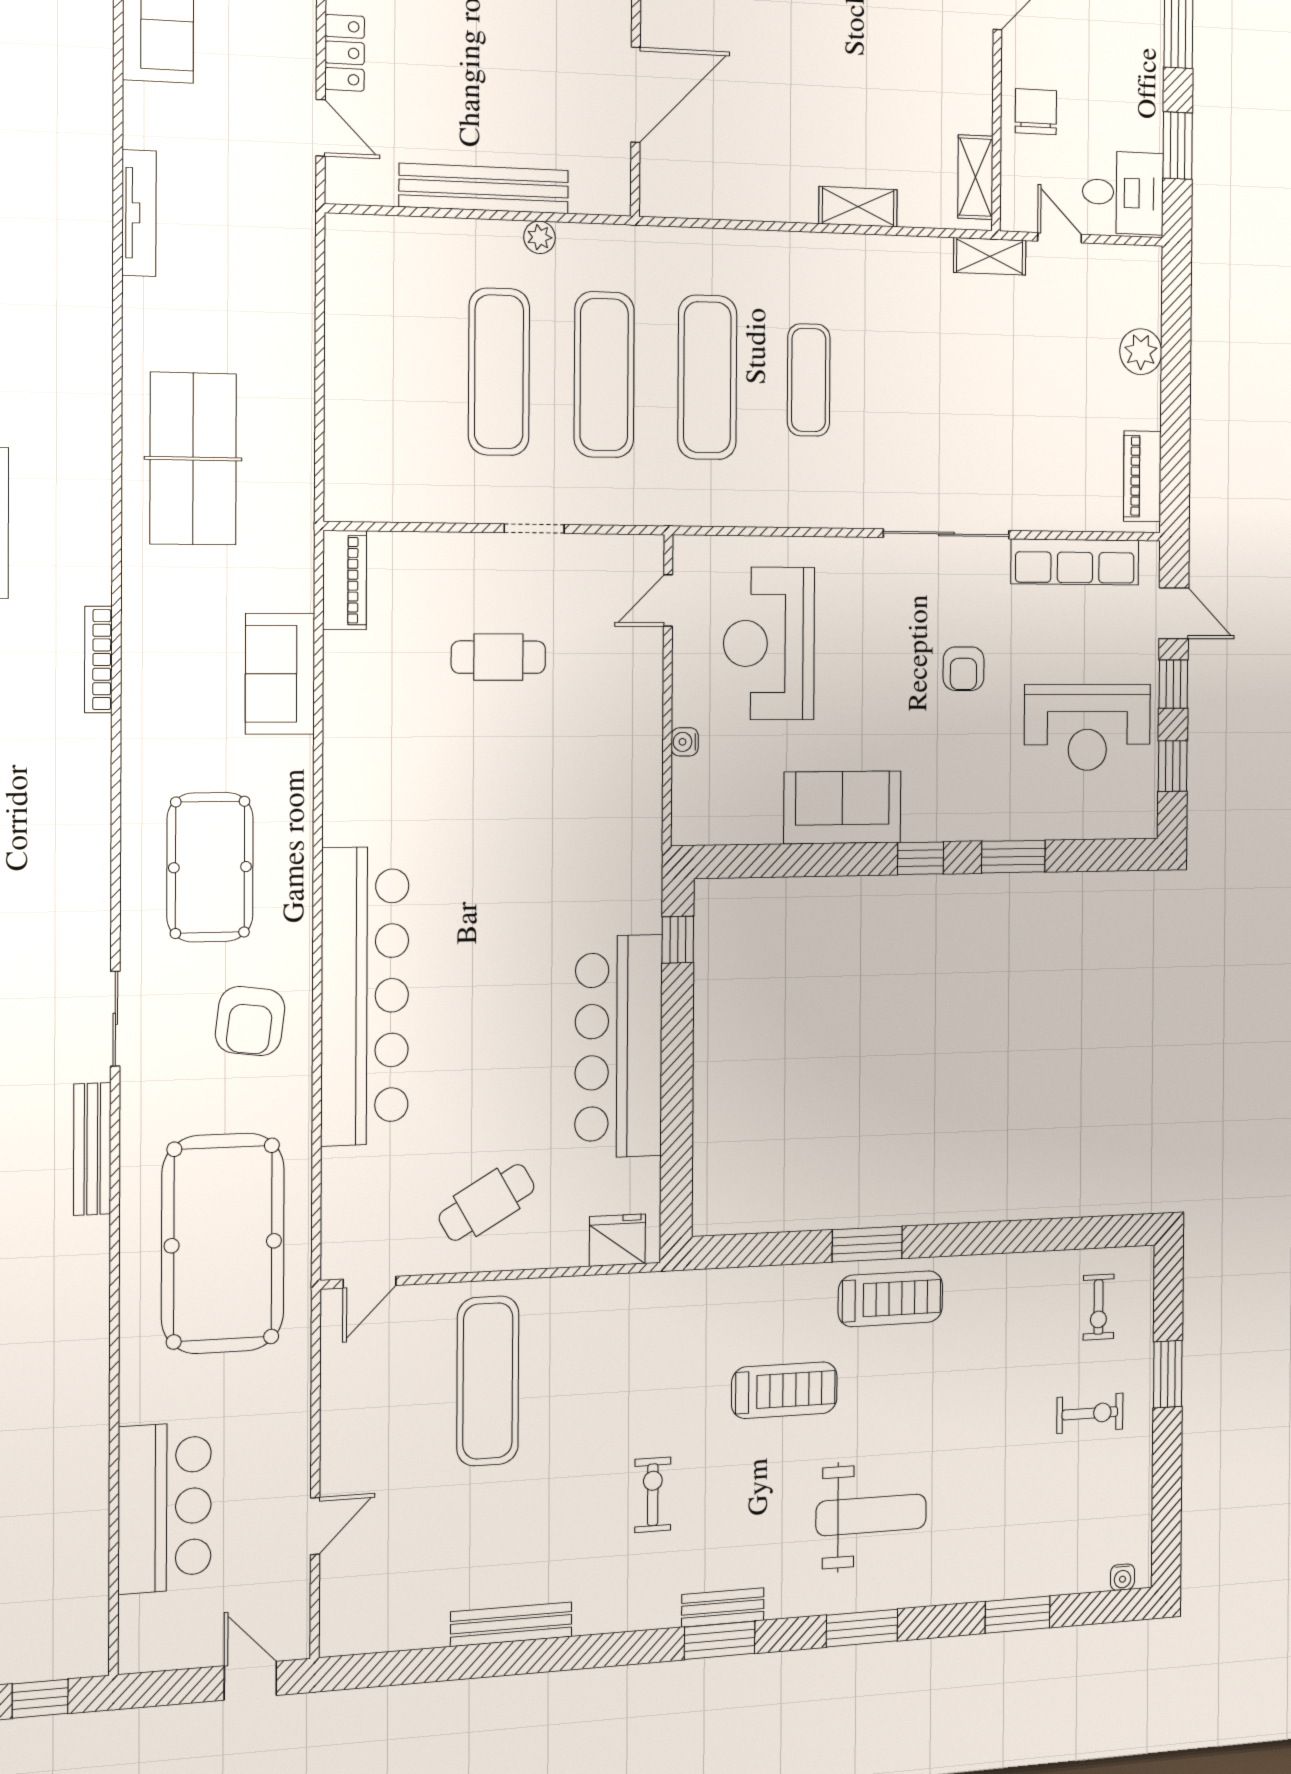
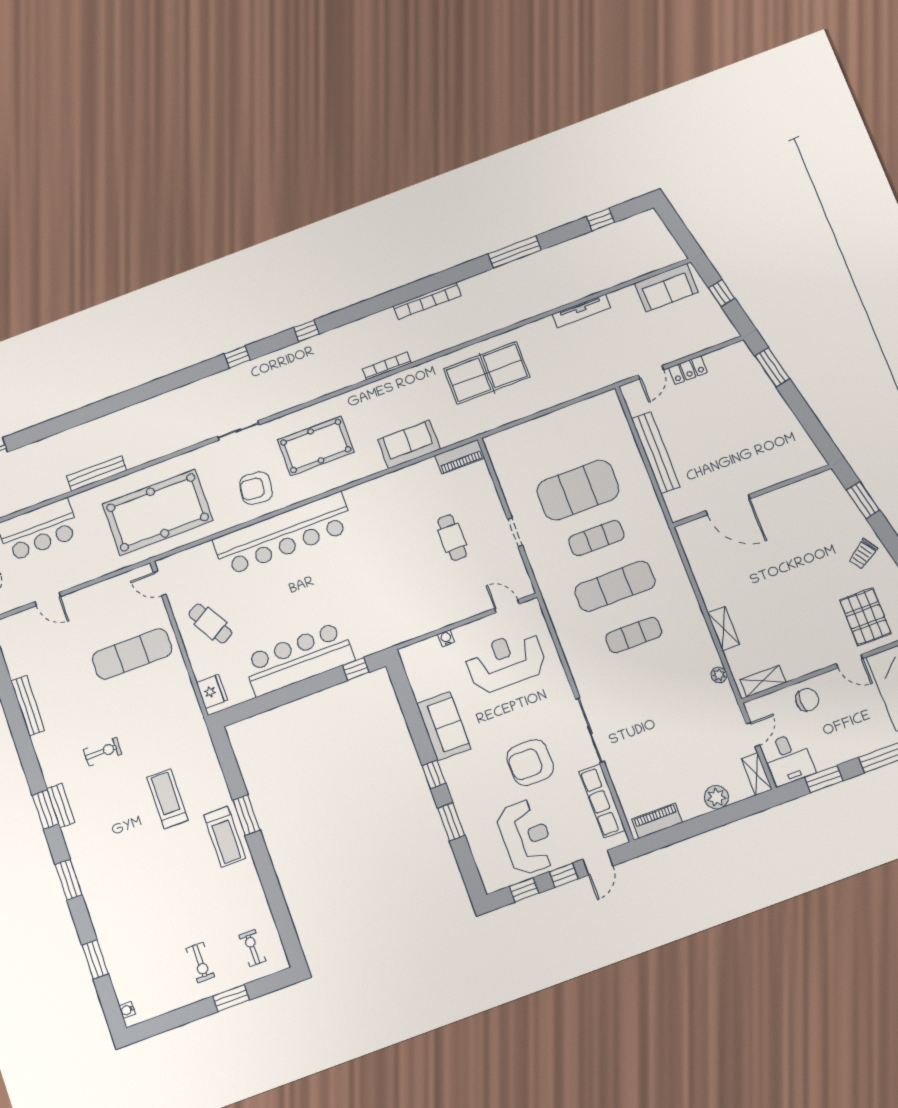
plant: (540, 237) -> (719, 675), moved
shelving: (990, 256) -> (757, 774), moved
exercise mat: (499, 372) -> (578, 490), width x1.47
exercise mat: (604, 375) -> (596, 538), width x0.73, depth x0.69
armchair: (964, 669) -> (530, 763), width x1.88, depth x1.88
reception desk: (1087, 727) -> (526, 837), turned 180
bench: (92, 1149) -> (97, 473), moved
exercise bike: (1099, 1307) -> (252, 948), turned 90
treadmill: (784, 1390) -> (167, 799), turned 180
weight bench: (871, 1515) -> (122, 865), removed

